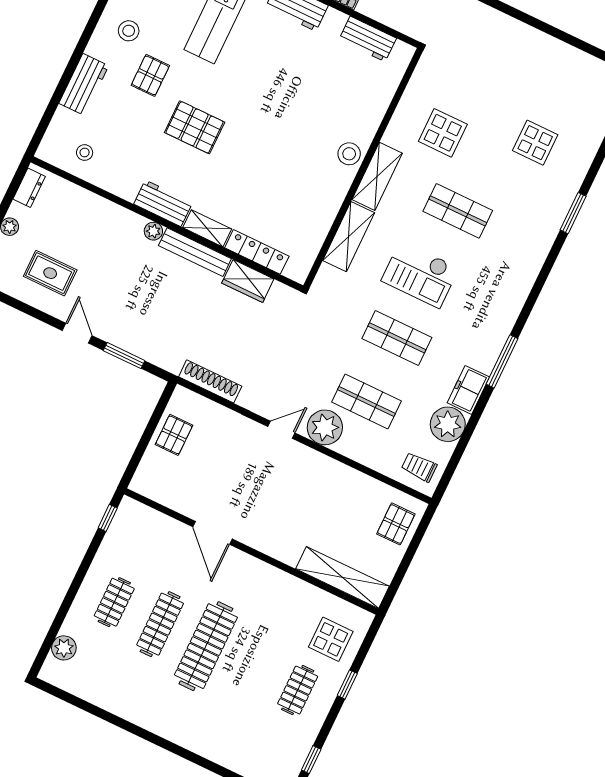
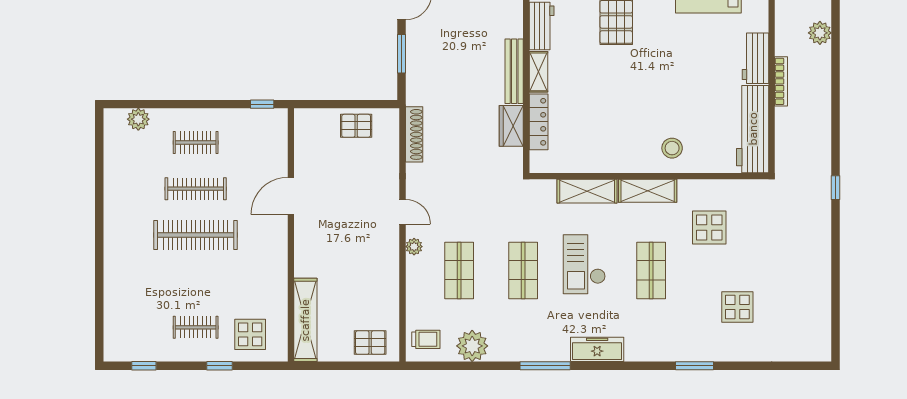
workbench: (368, 39) -> (753, 129), width x1.88, depth x1.32
stool: (349, 154) -> (672, 148), moved
plant: (153, 231) -> (515, 29), removed
freezer: (468, 390) -> (597, 349), moved, width x1.40
plant: (325, 427) -> (414, 247), width x0.53, depth x0.53
trolley: (419, 467) -> (426, 339), turned 90

